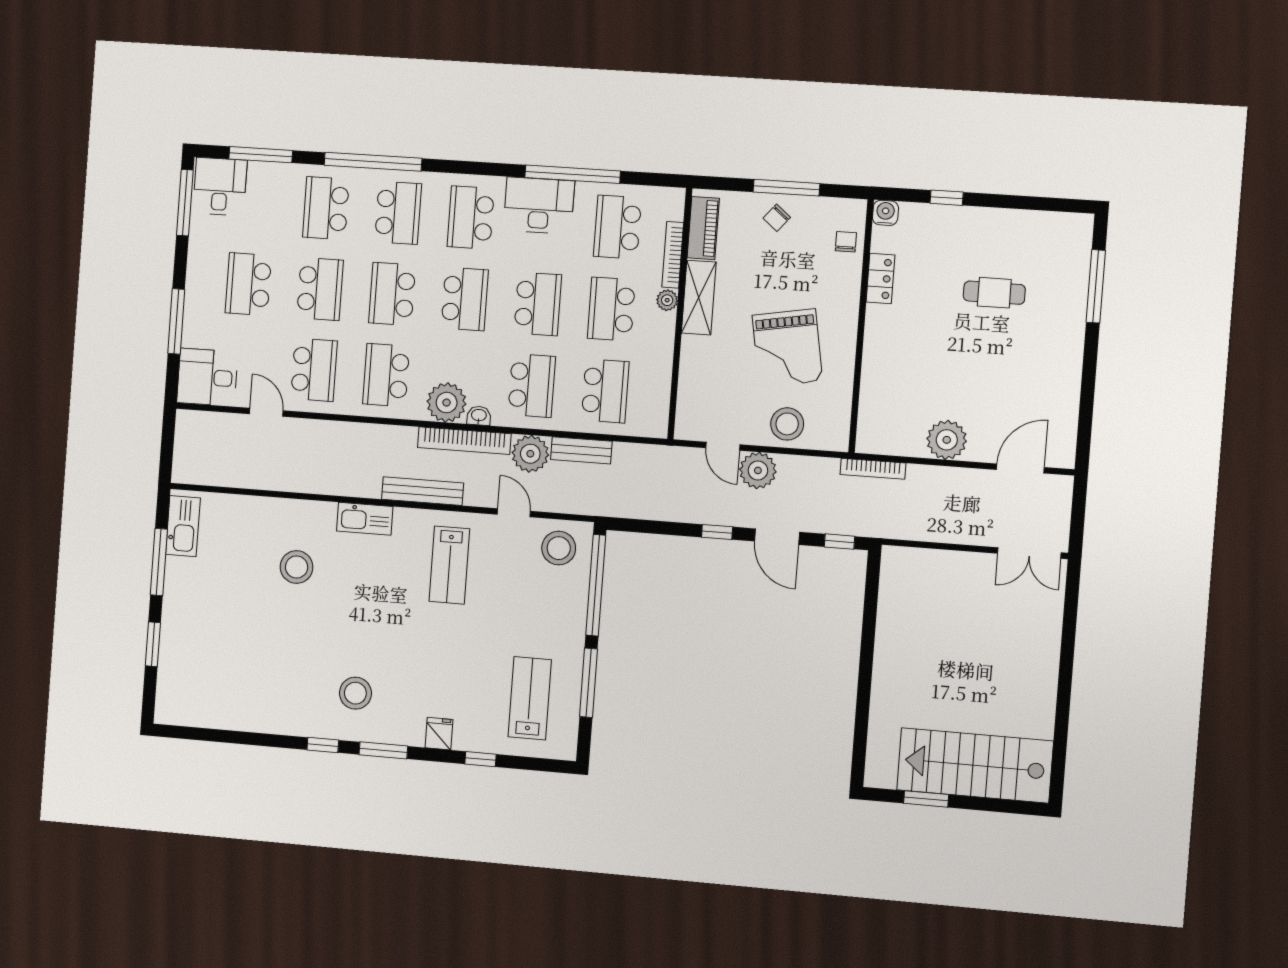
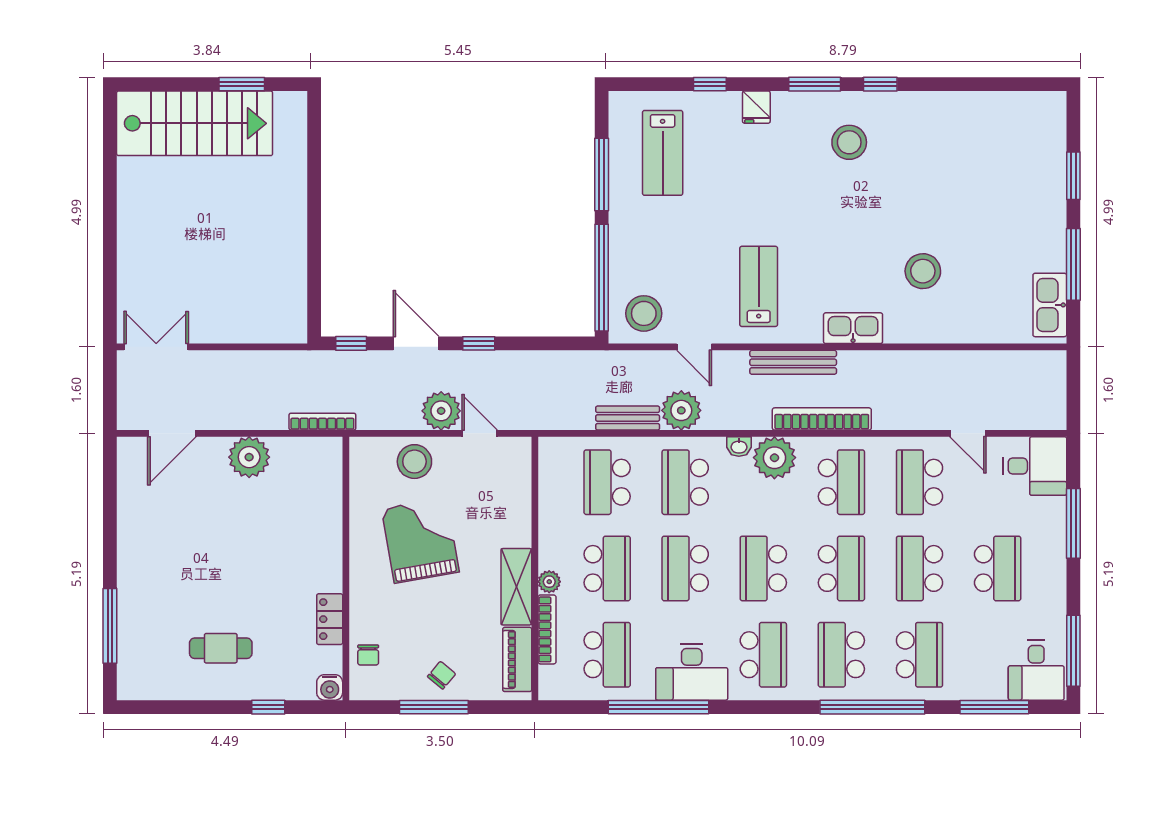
cafe table: (994, 293) -> (221, 648), moved
bookcase: (464, 441) -> (822, 419), moved

